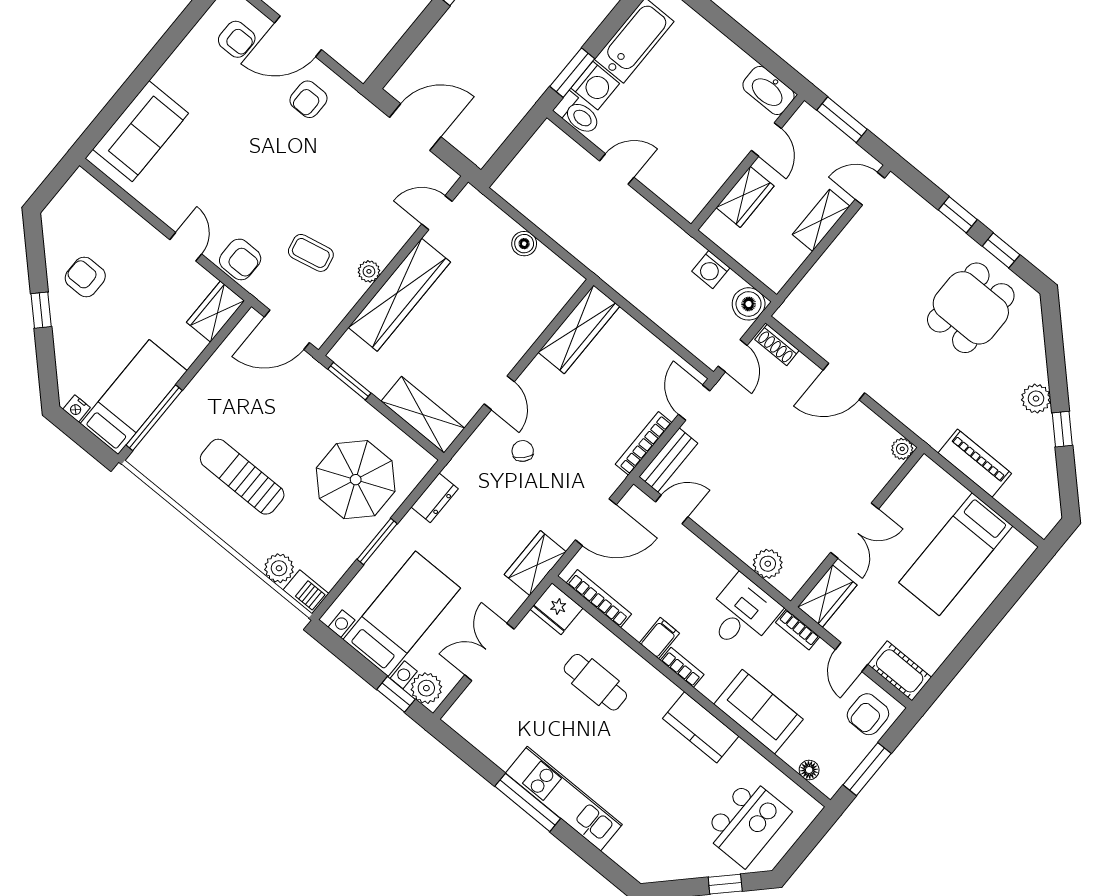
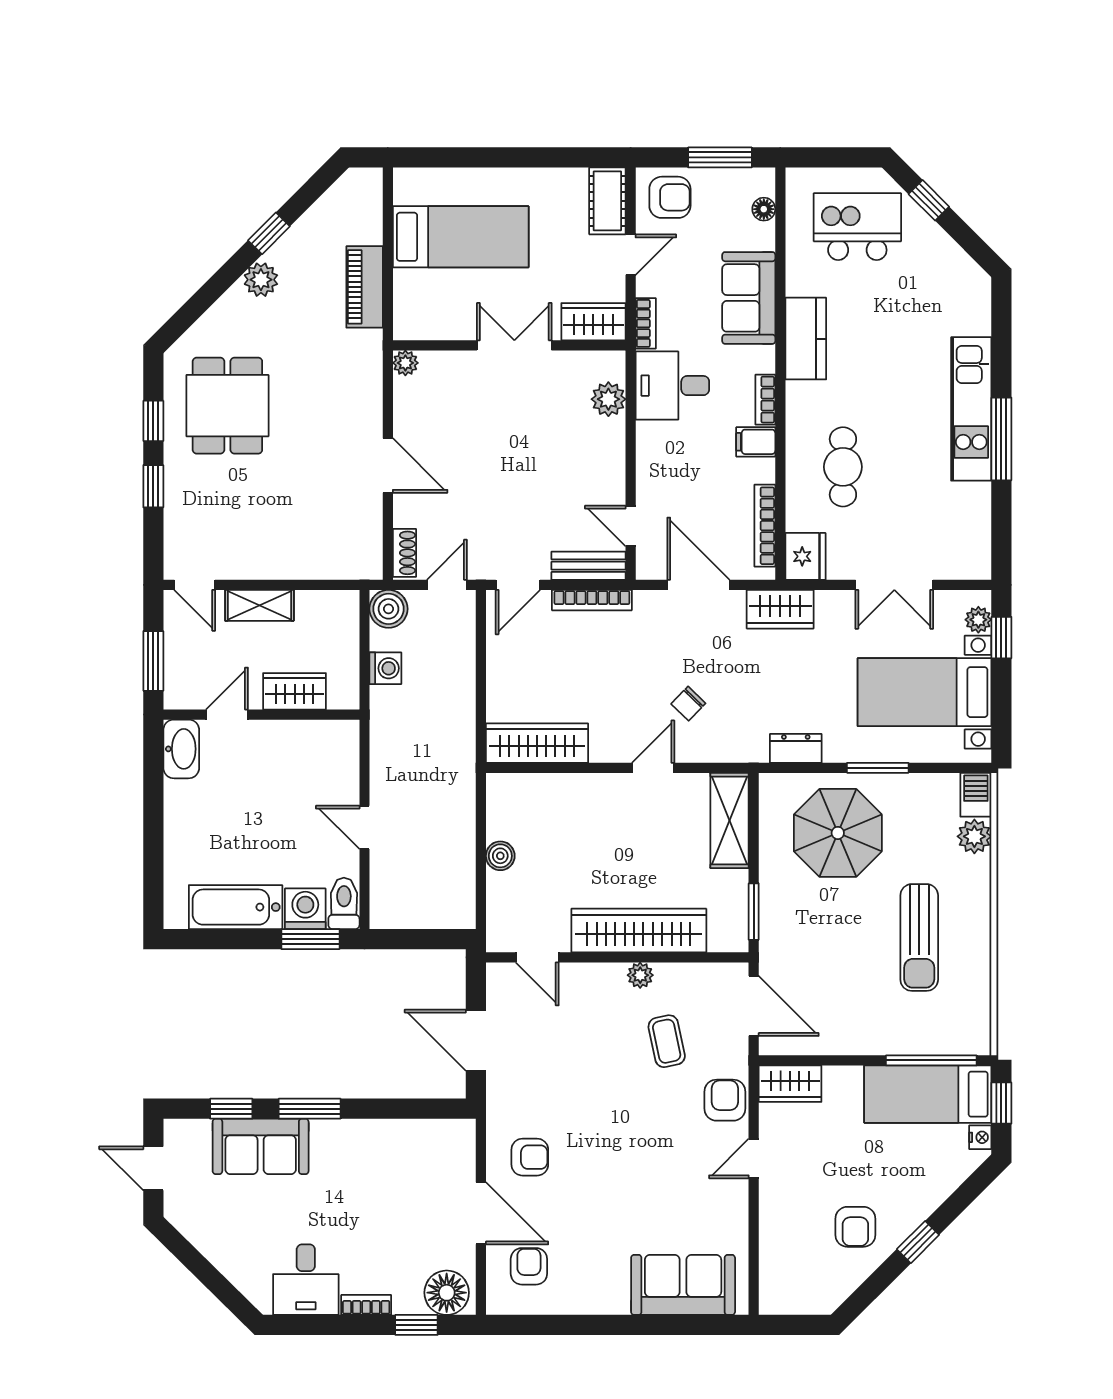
dining table: (971, 308) -> (227, 406), turned 90
window: (88, 441) -> (1001, 1103), added
plant: (426, 688) -> (978, 620), width x0.73, depth x0.73

